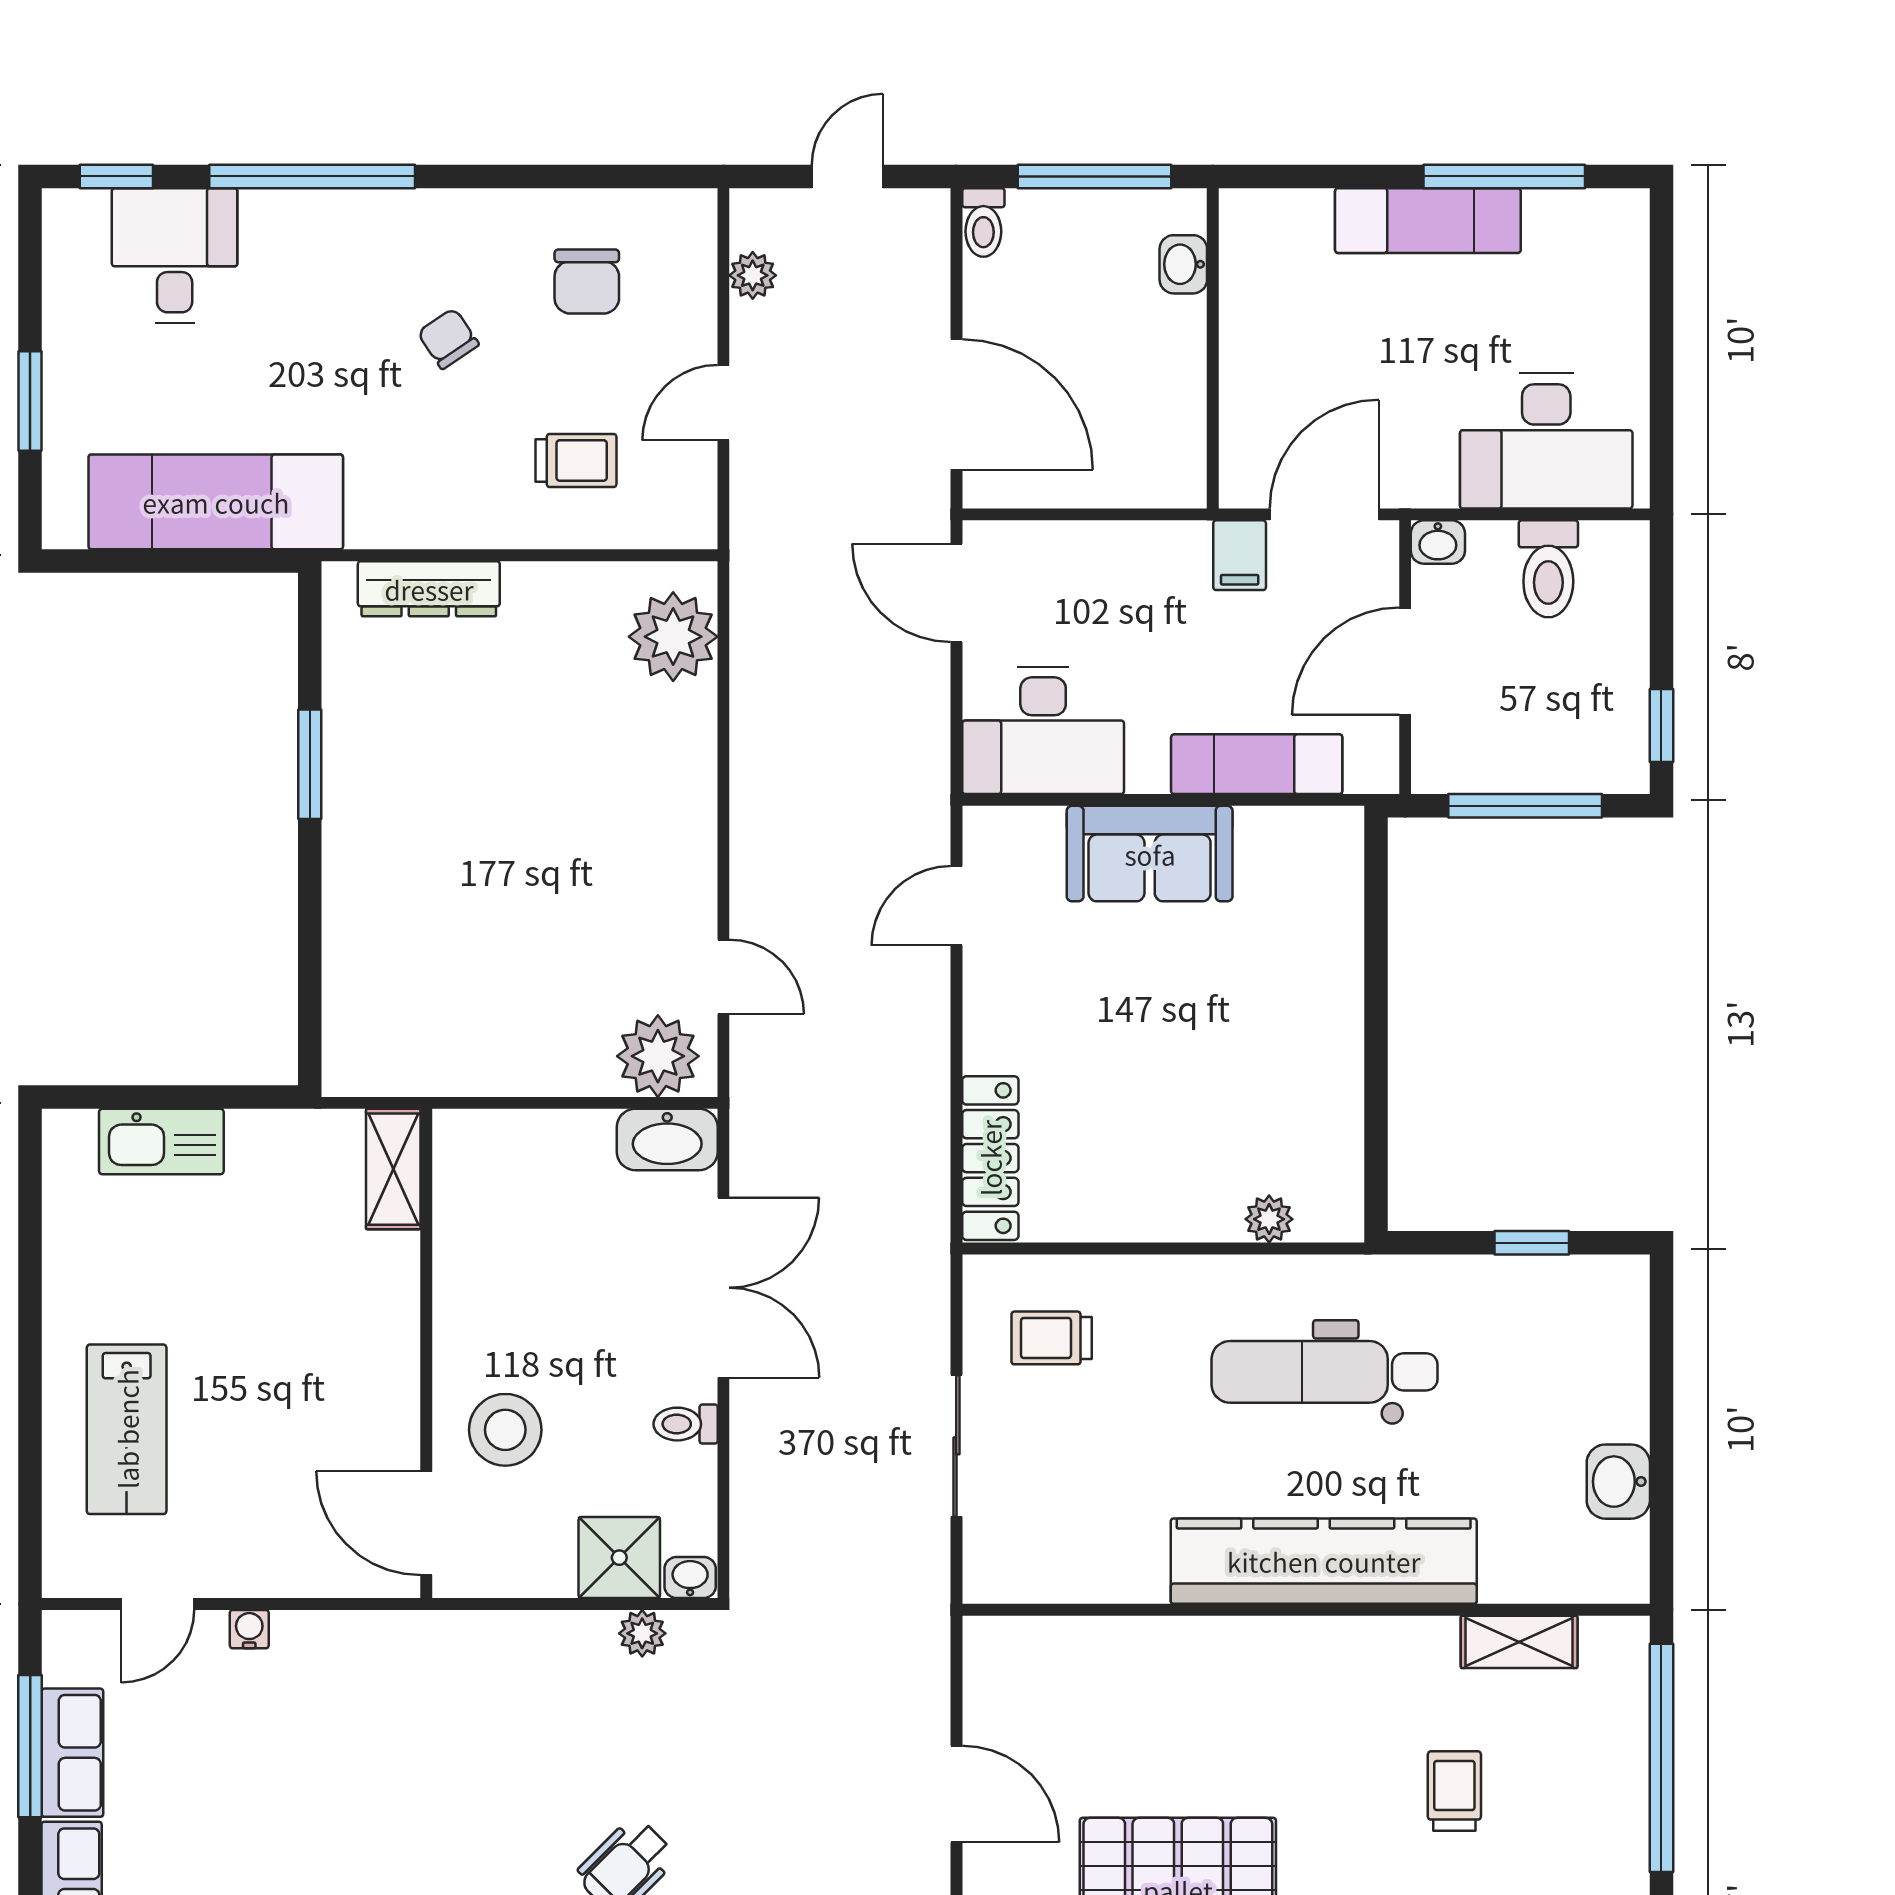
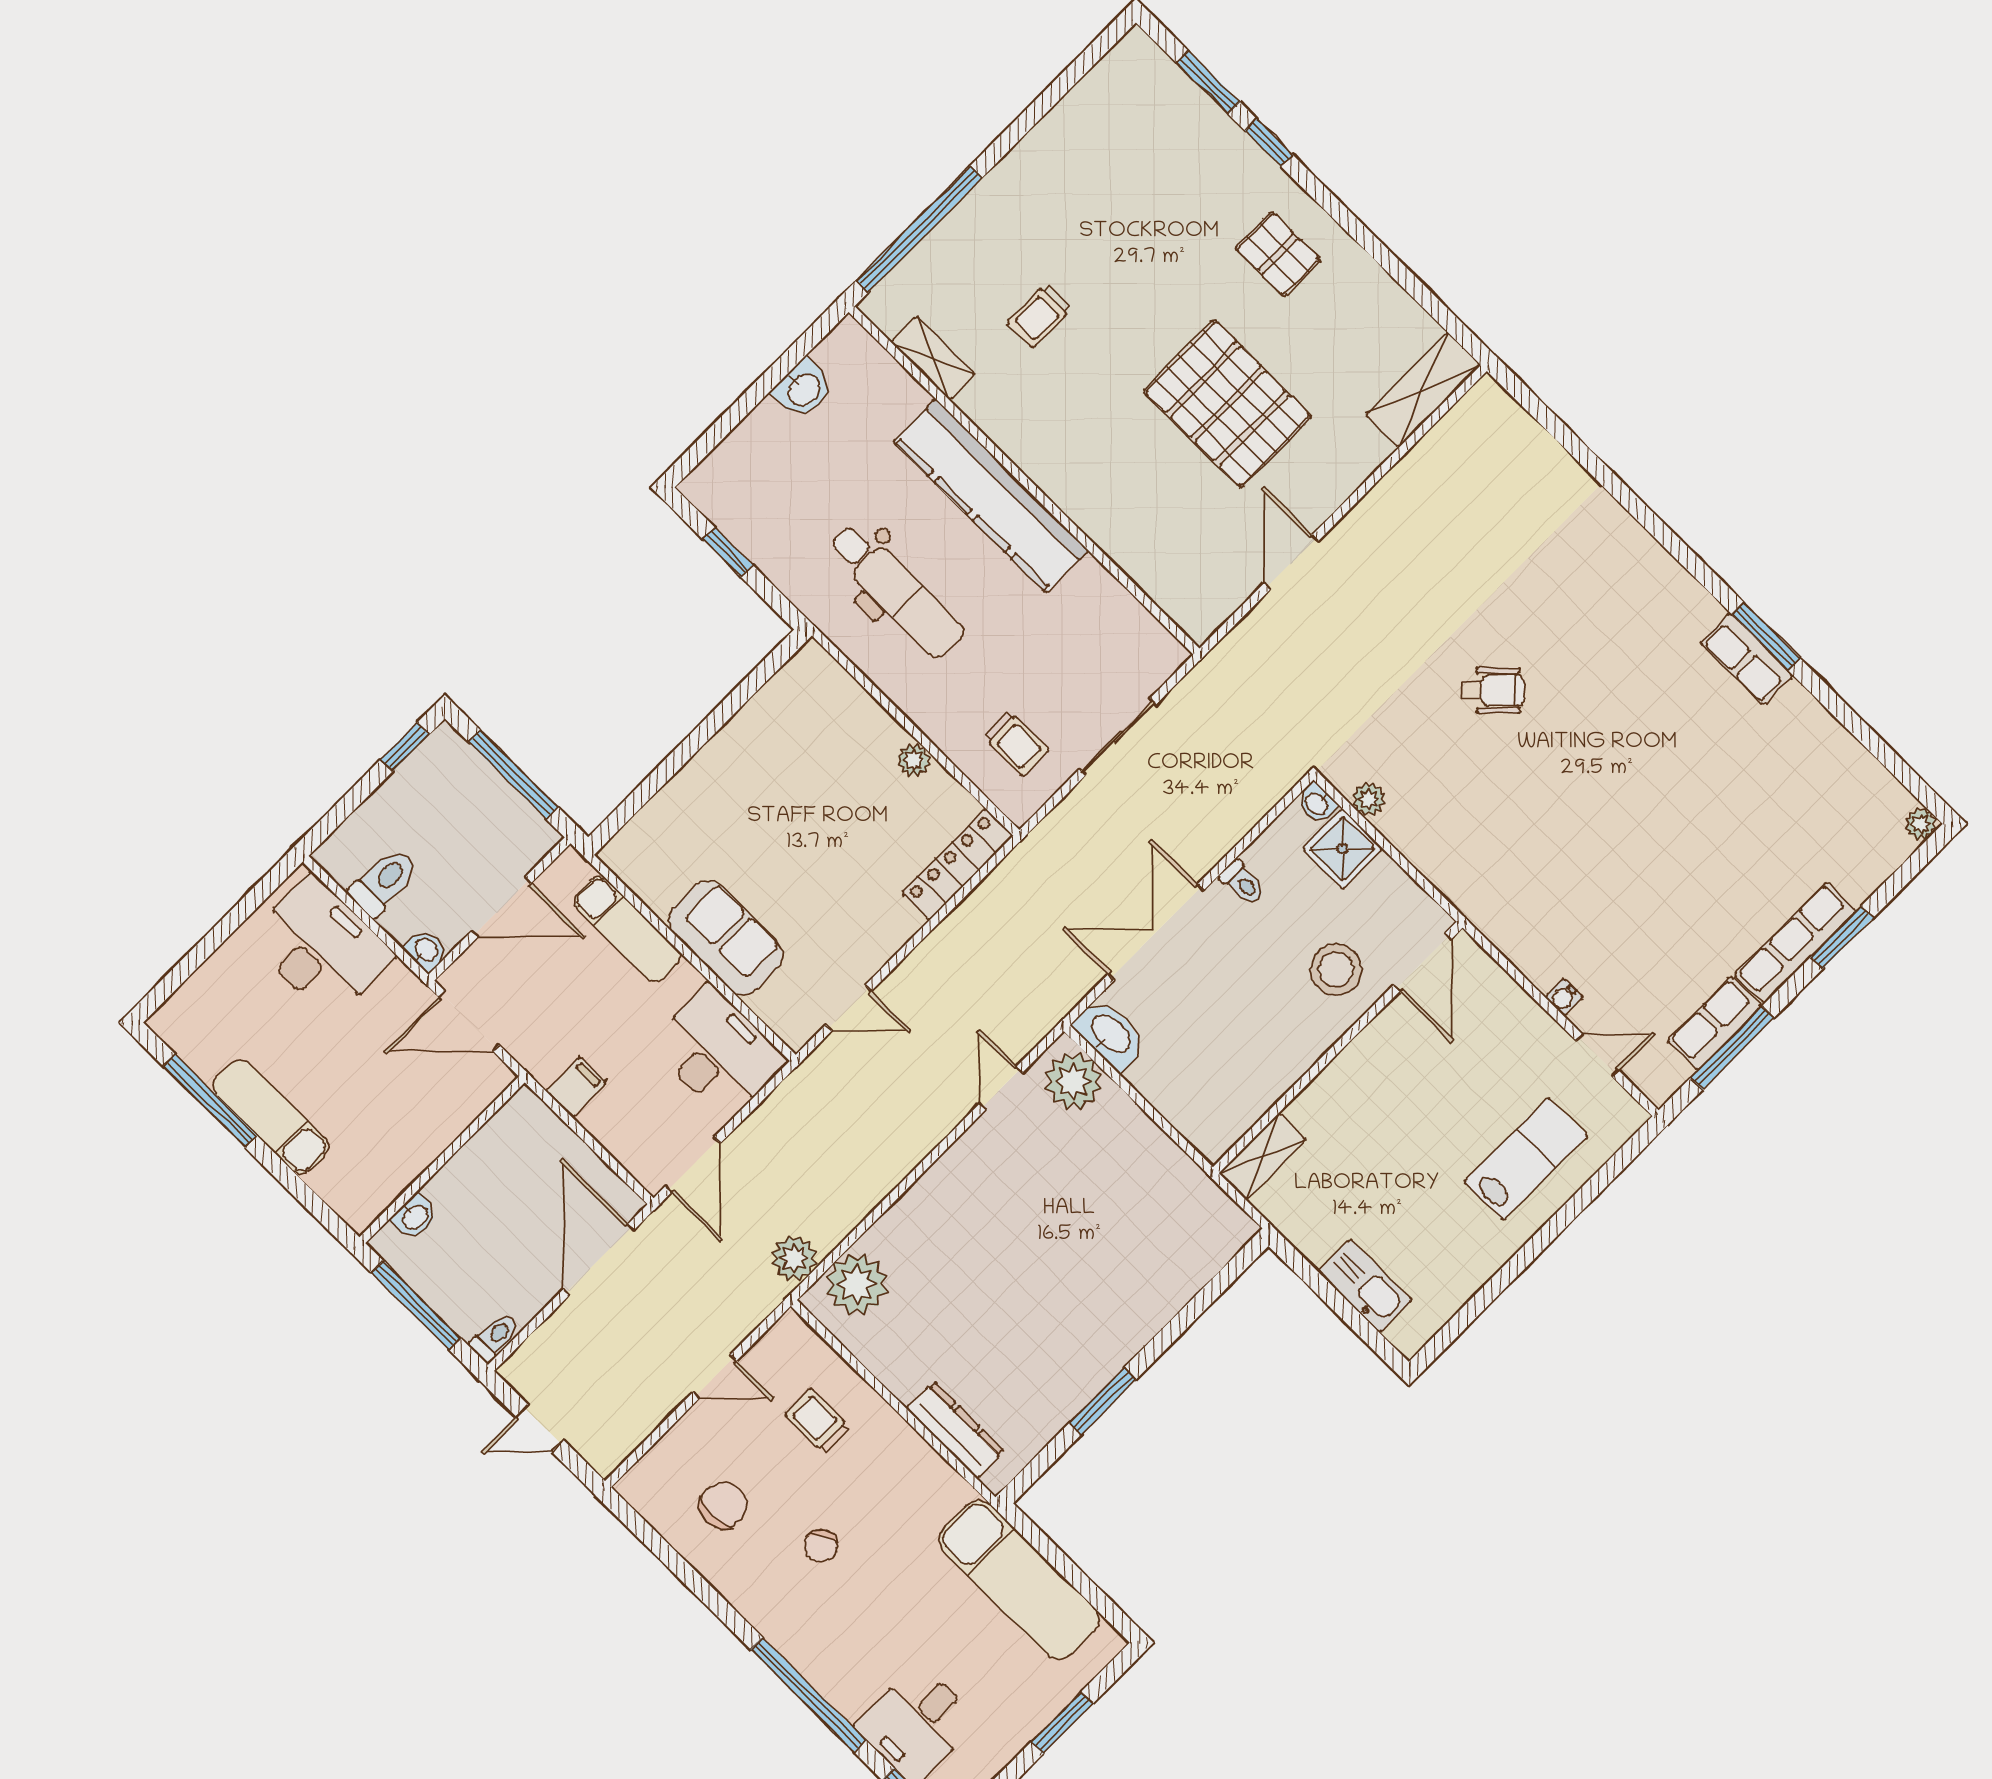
plant: (753, 275) -> (794, 1258), moved, width x1.38, depth x1.38
filing cabinet: (1240, 555) -> (576, 1087), moved
plant: (1269, 1219) -> (914, 760), moved

